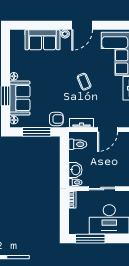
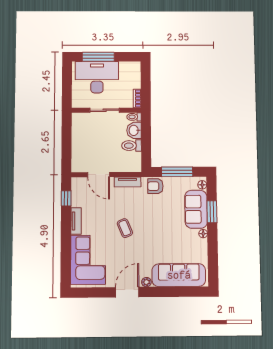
sofa: (42, 40) -> (179, 275), width x1.36
door: (108, 130) -> (99, 175), swing flipped
toilet: (78, 144) -> (132, 146), moved
window: (90, 239) -> (98, 57), moved

